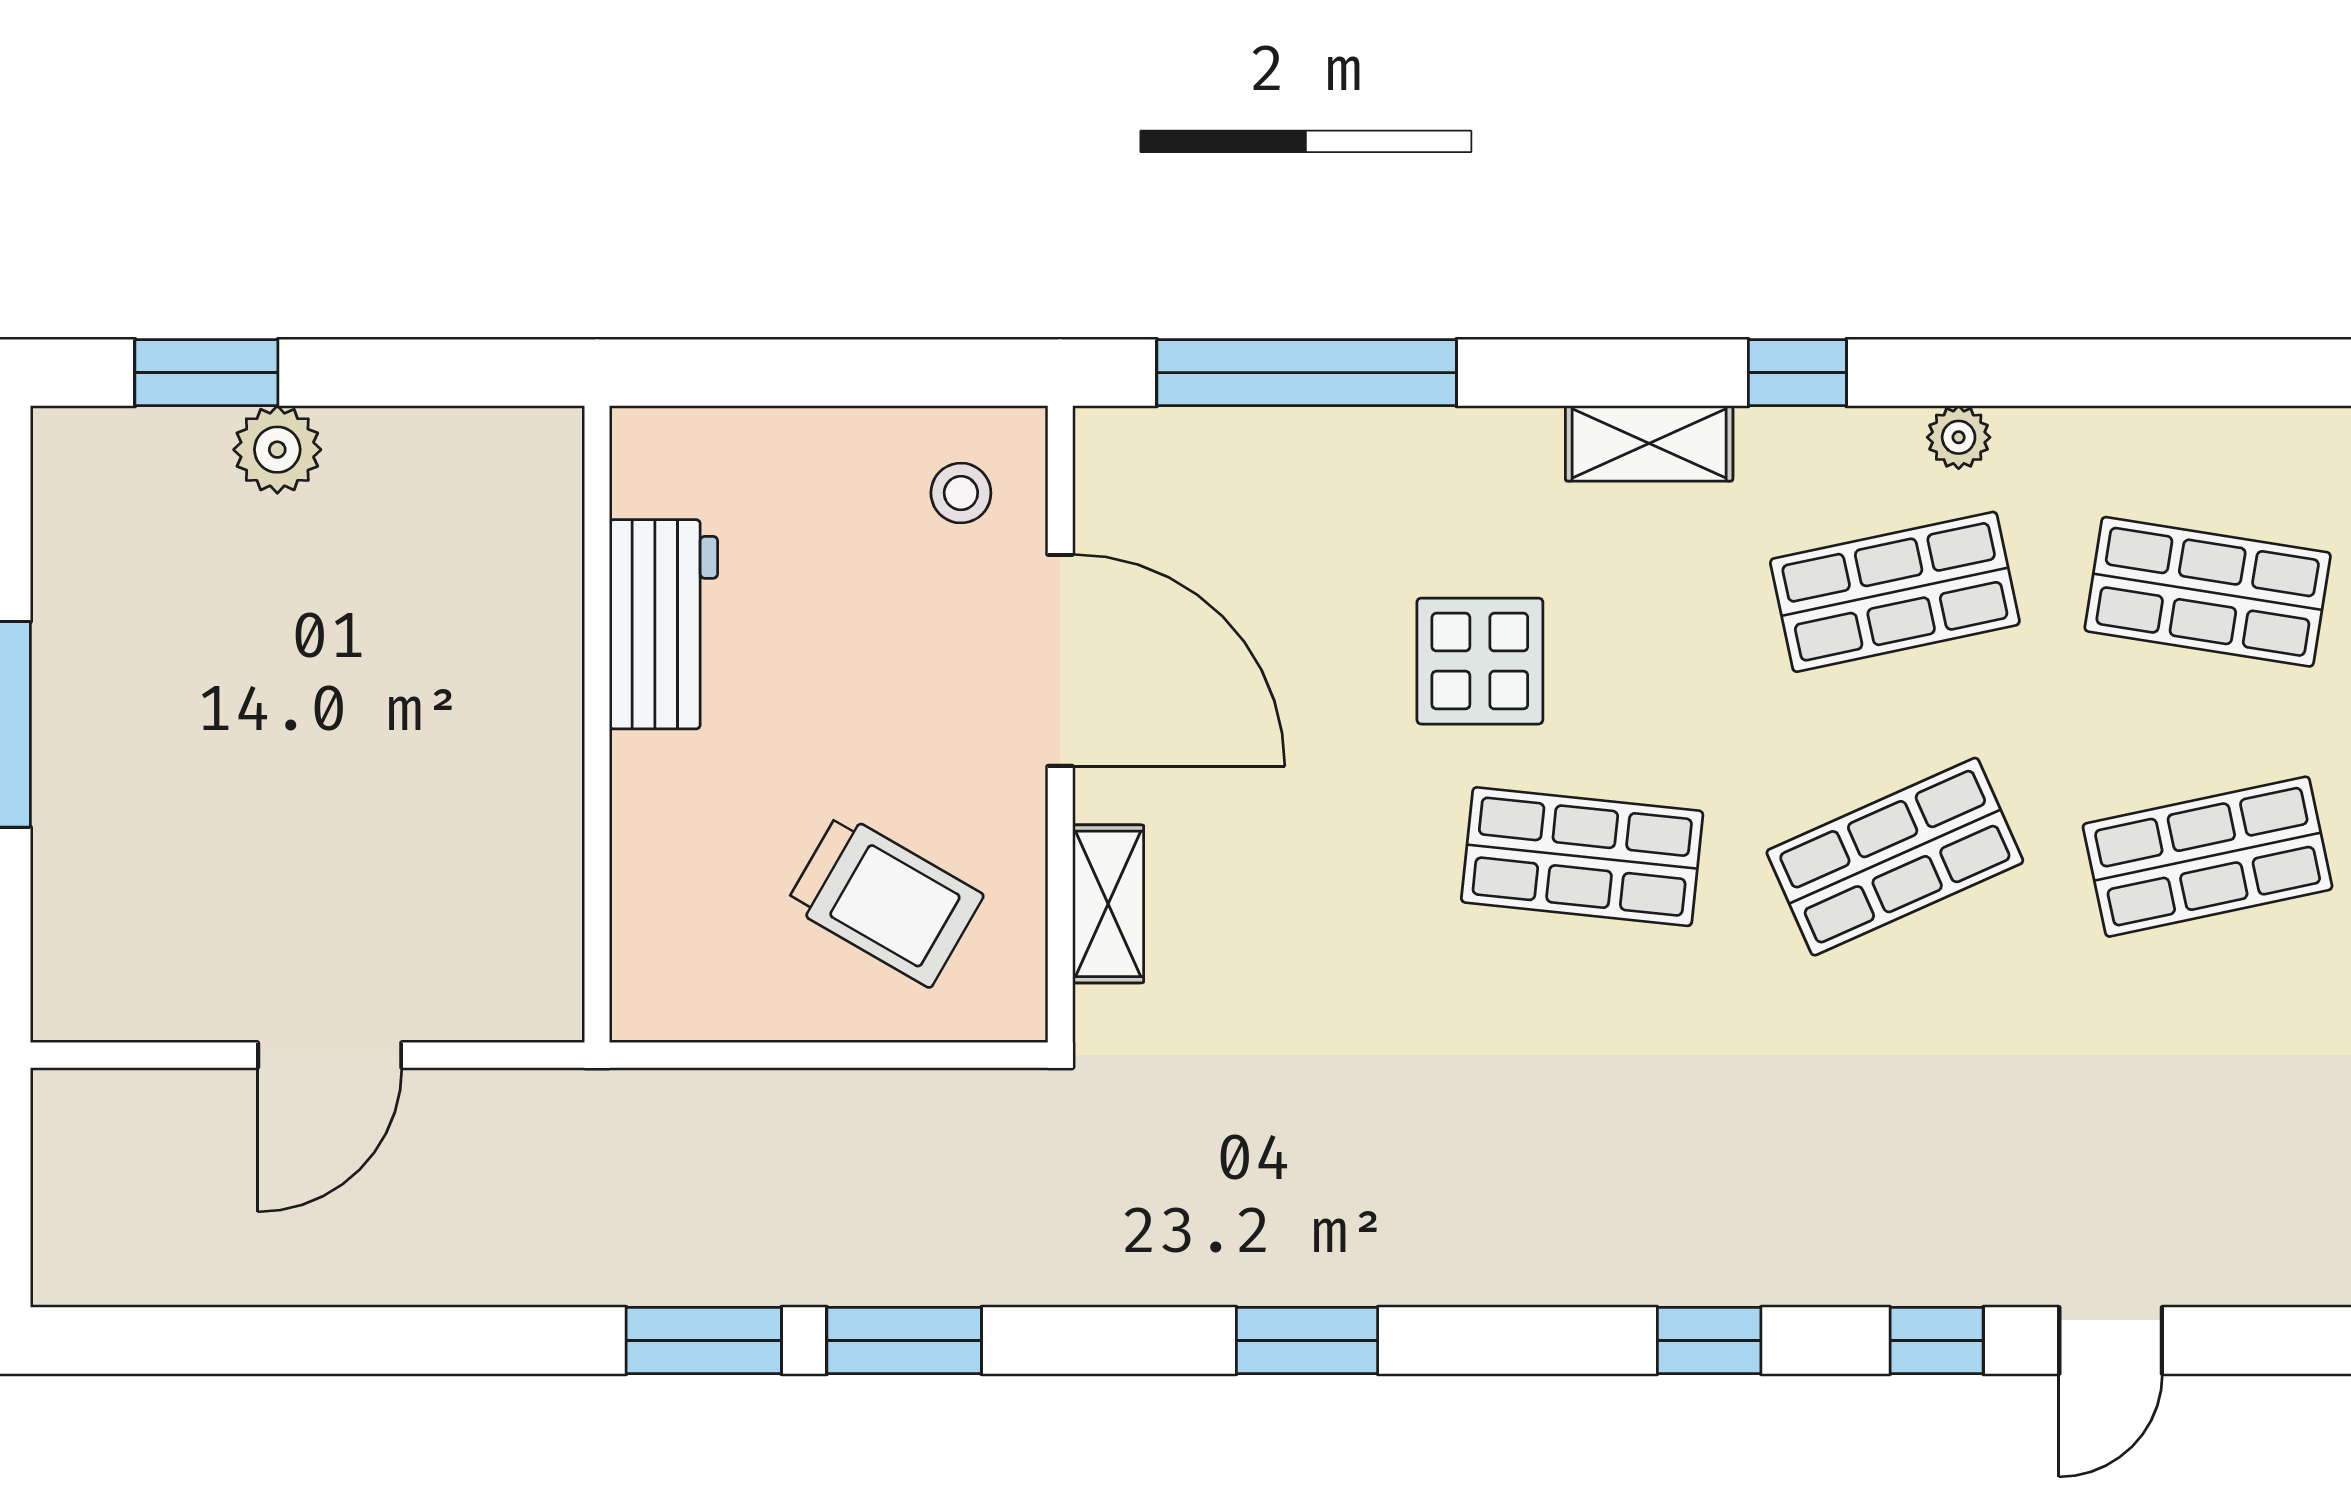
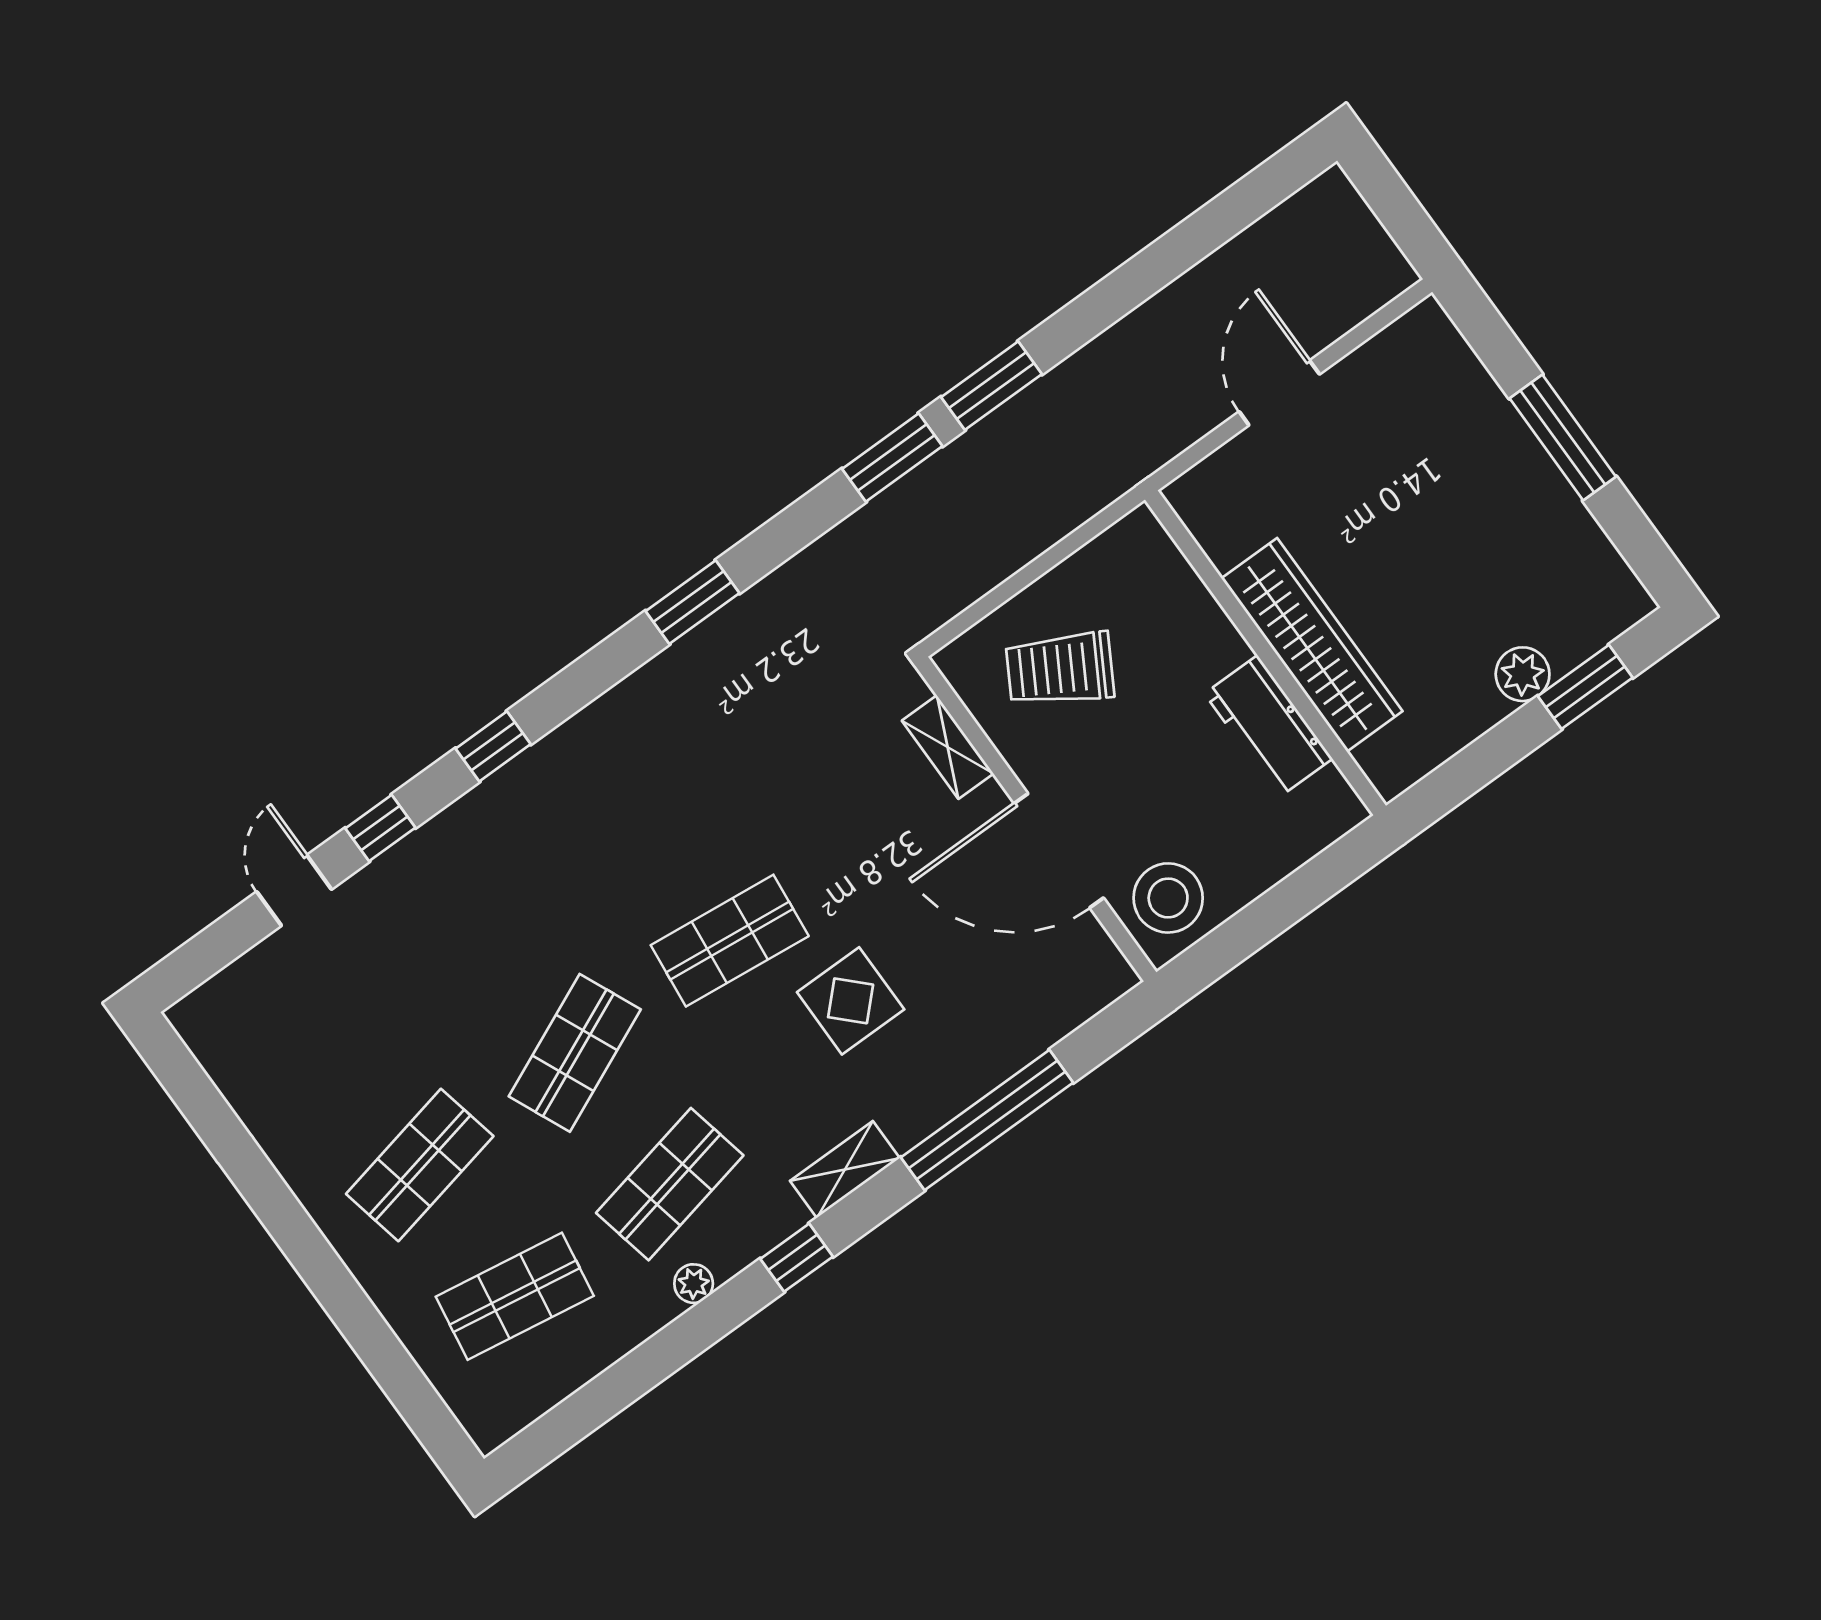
window: (1307, 373) -> (987, 1120), moved
stool: (961, 493) -> (1168, 898), width x1.89, depth x1.89
wardrobe: (528, 690) -> (1312, 645), added

